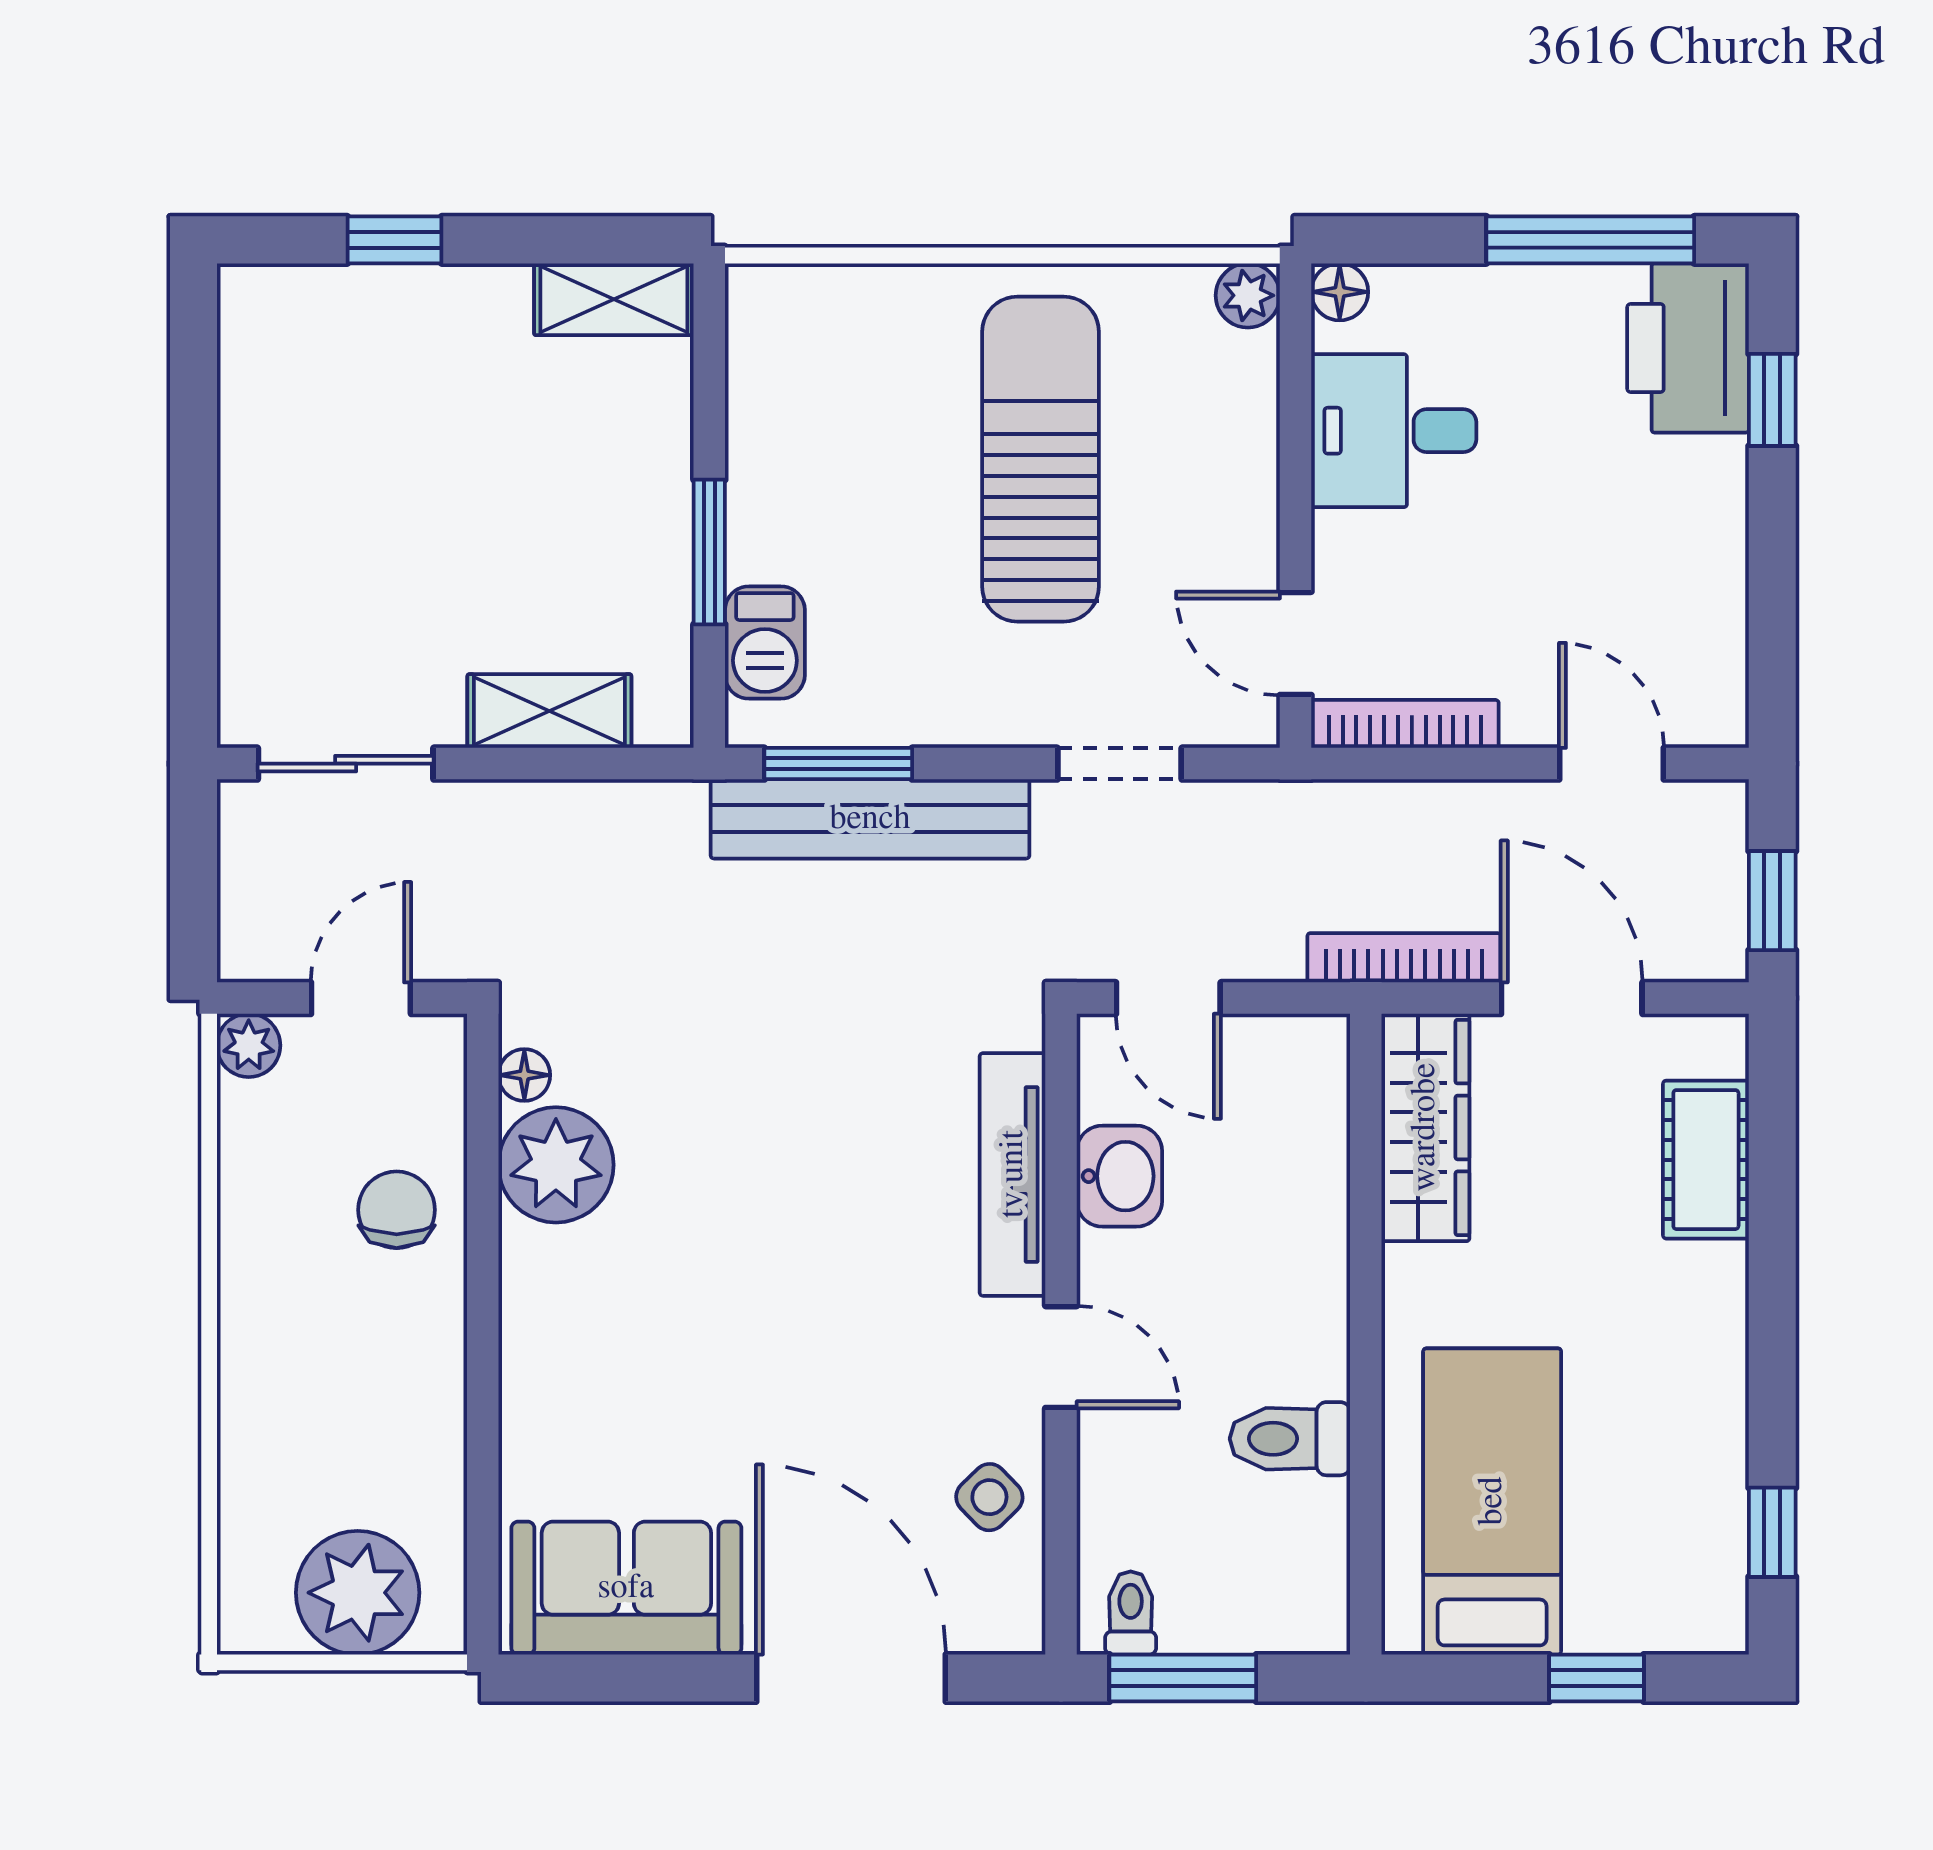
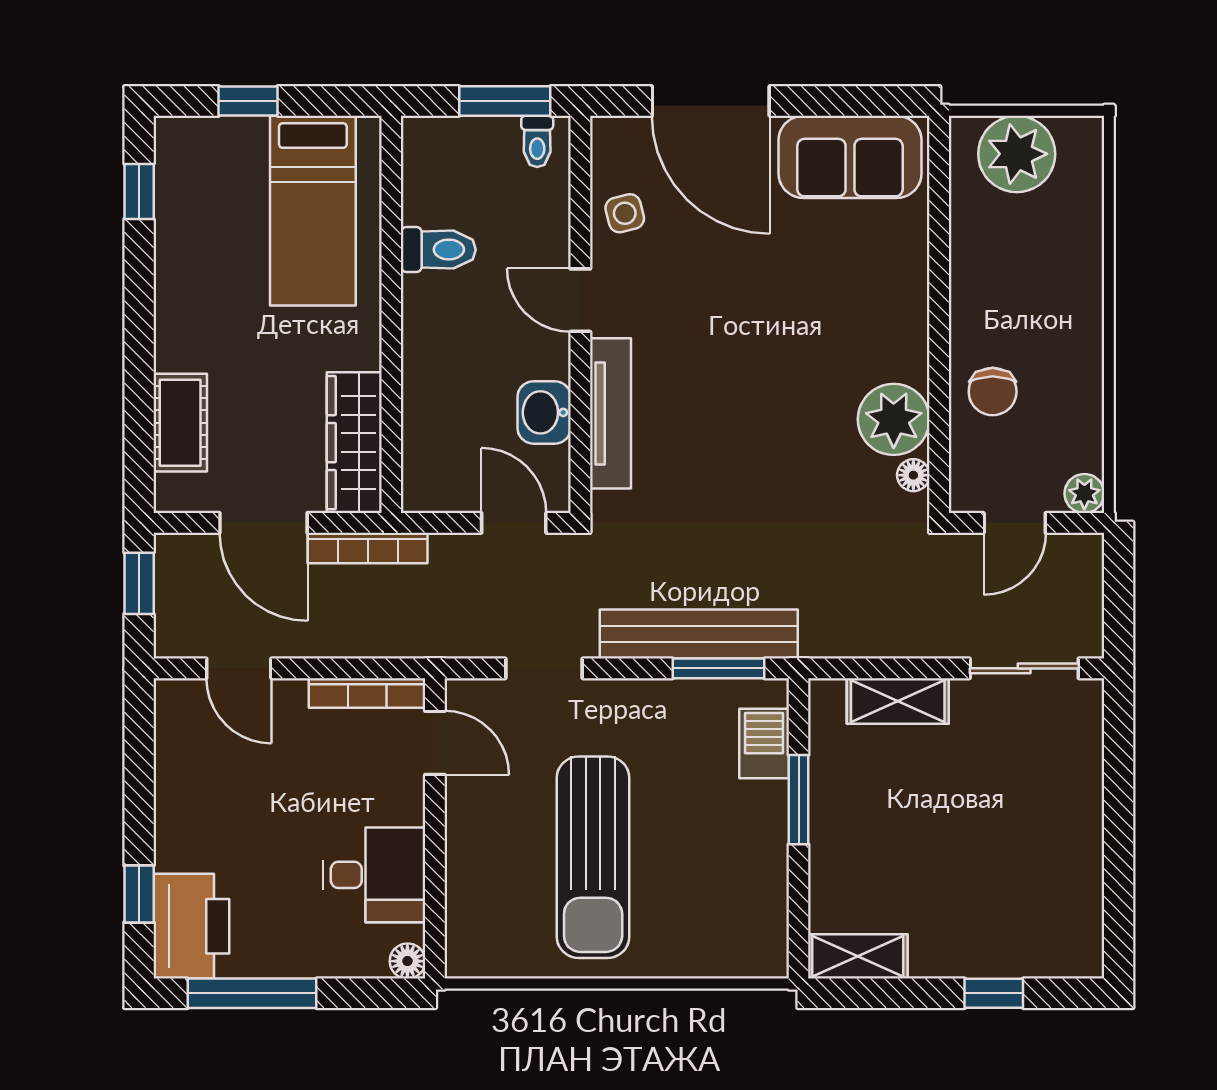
plant: (1248, 295) -> (464, 959), removed
side table: (989, 1497) -> (625, 213), turned 30

